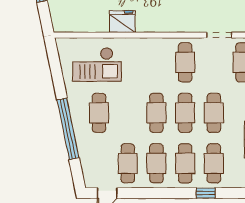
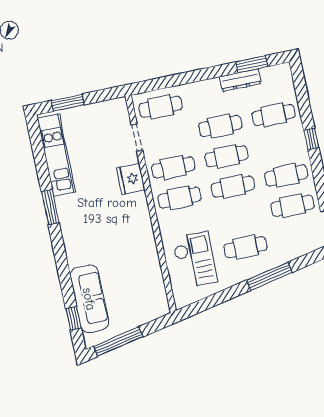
fridge: (122, 22) -> (131, 179), moved
window: (68, 129) -> (269, 276), width x0.68
cafe table: (185, 163) -> (180, 198), moved
window: (206, 193) -> (311, 139), moved

